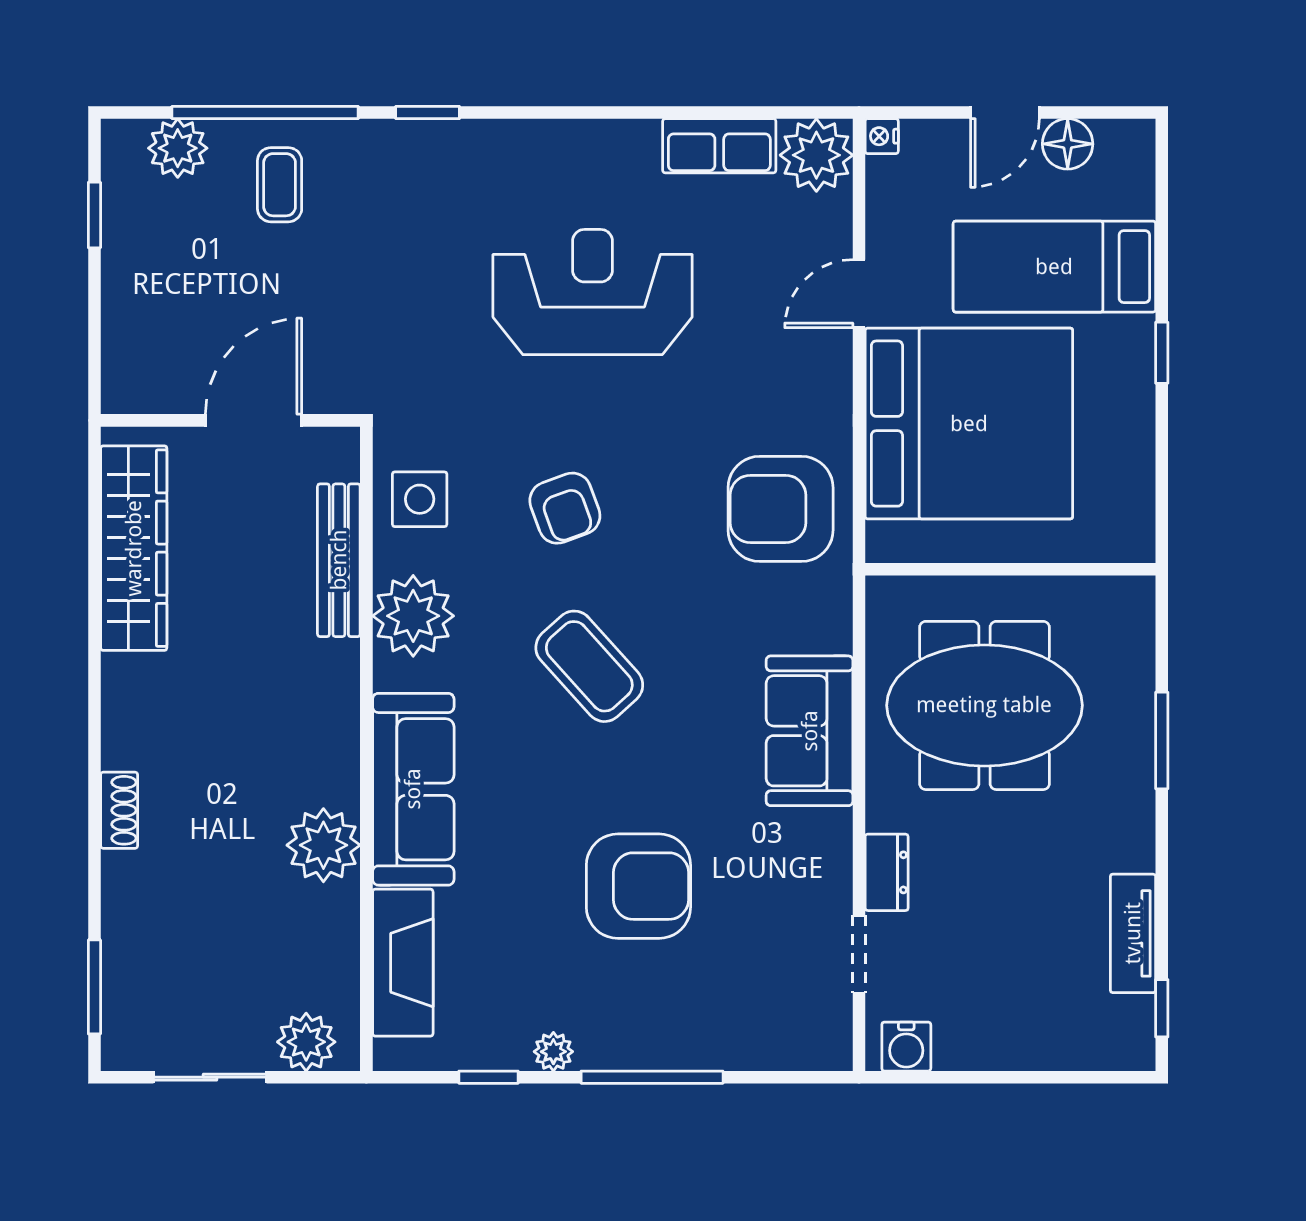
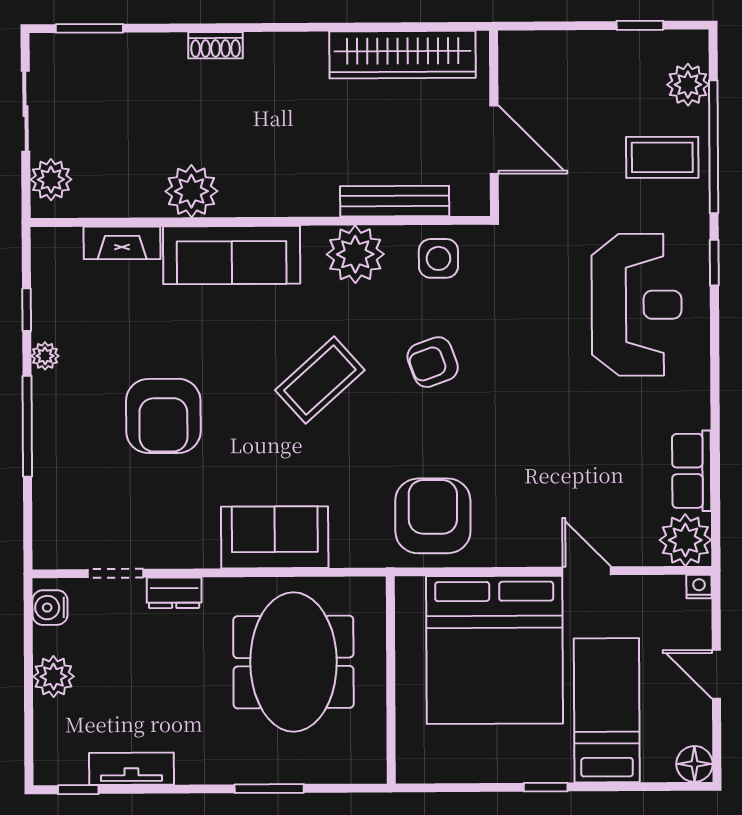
floor lamp: (1068, 144) -> (694, 764), moved
coffee table: (280, 185) -> (662, 157), width x1.36, depth x1.30
reception desk: (593, 292) -> (637, 305), moved
fireplace: (403, 963) -> (122, 243), width x0.73, depth x0.76
plant: (1003, 1042) -> (53, 677), added

